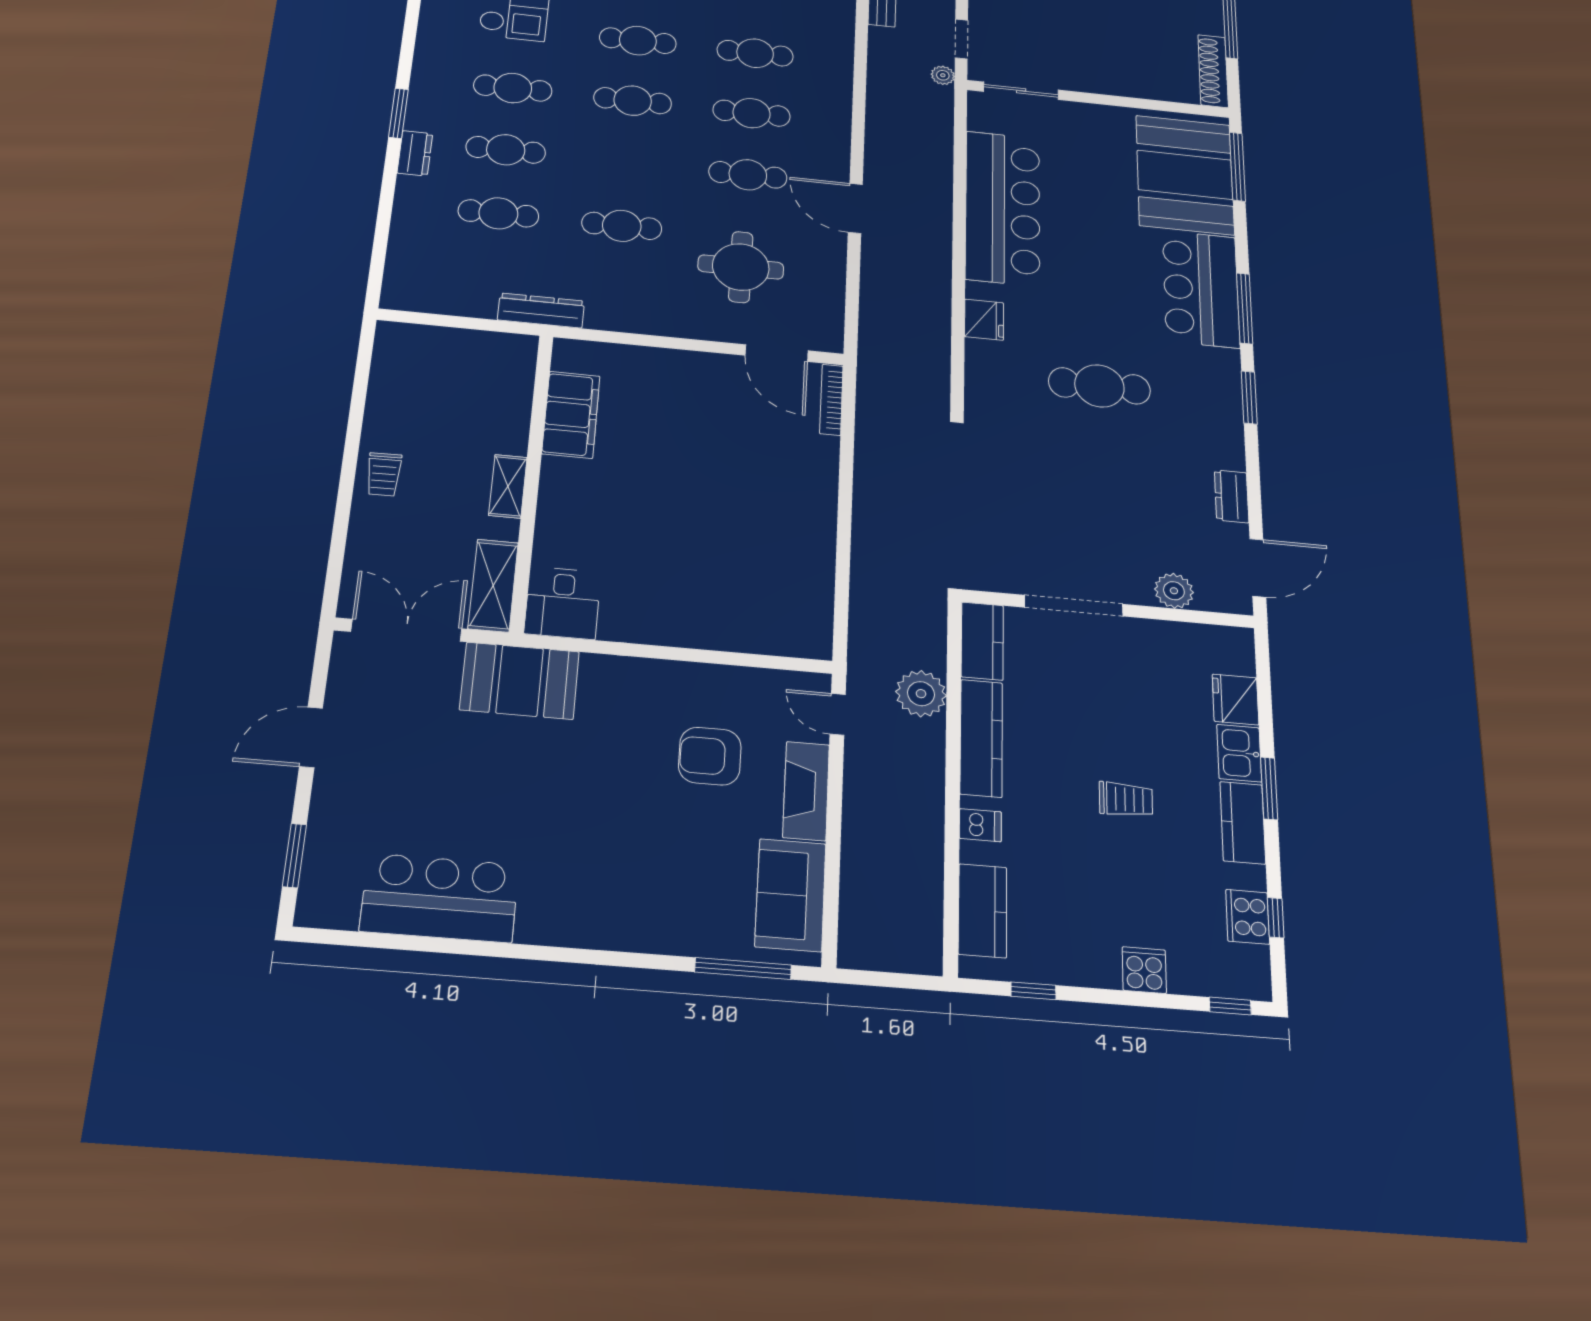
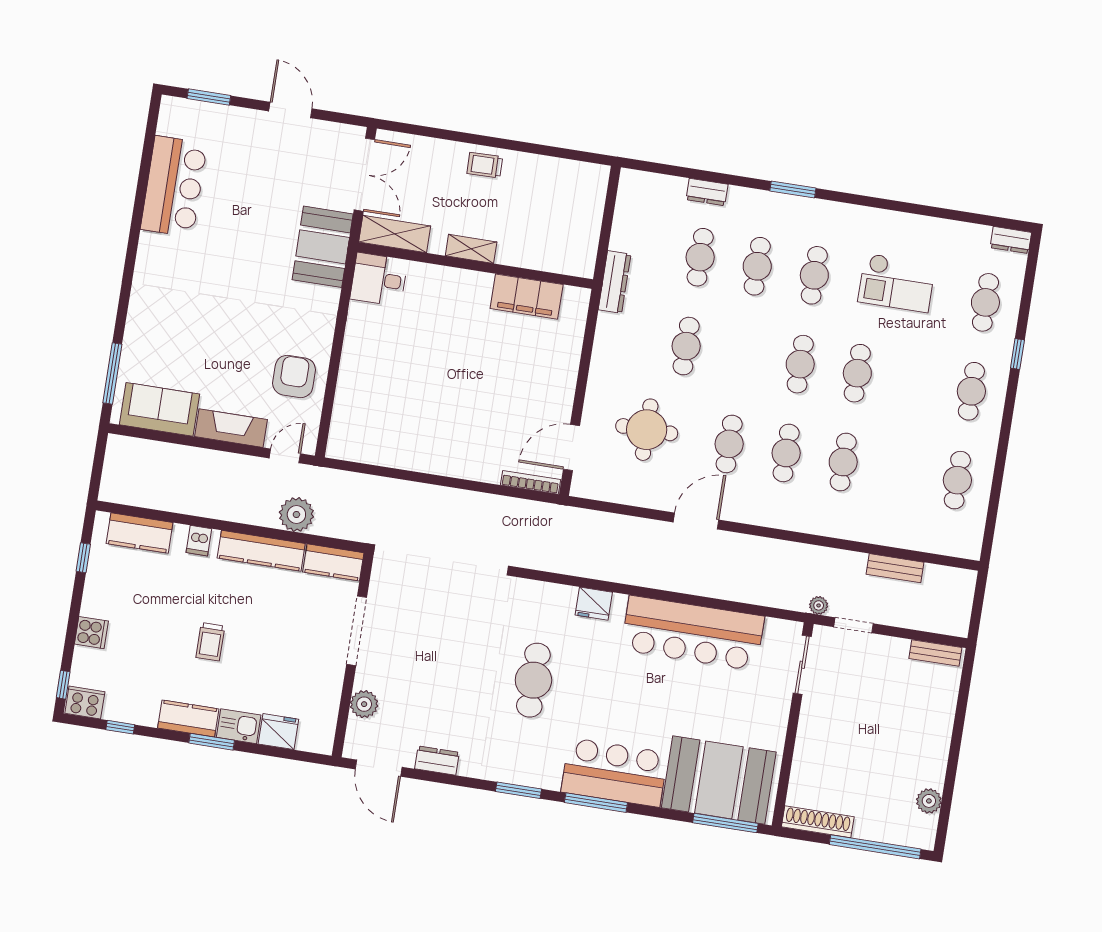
dresser: (415, 153) -> (707, 192), moved
armchair: (710, 756) -> (294, 376), moved
cooker: (1248, 917) -> (85, 703), moved

